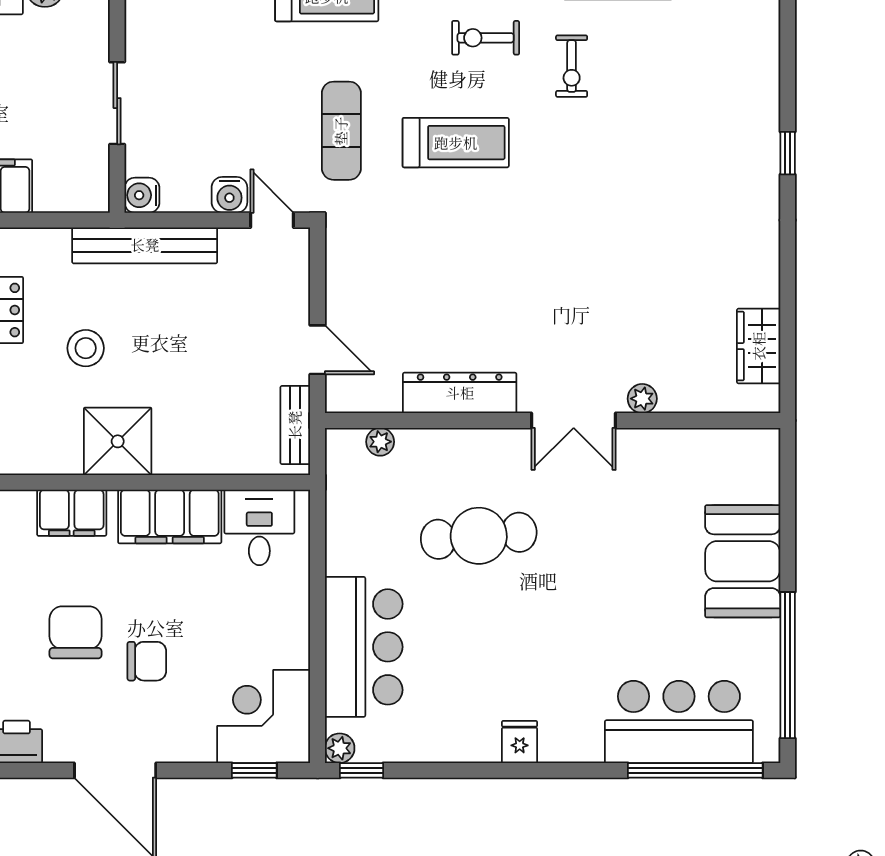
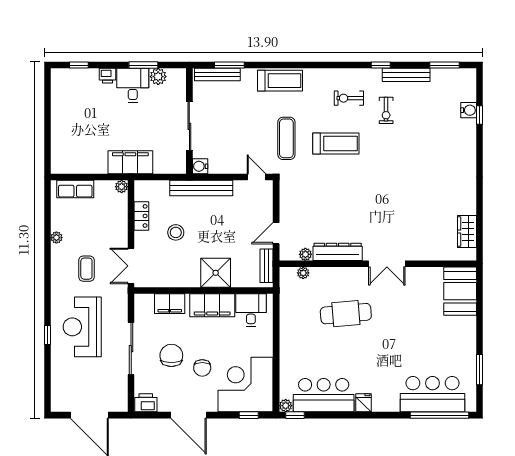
sliding door: (117, 103) -> (189, 126), width x1.37
window: (788, 153) -> (480, 115), moved
water cooler: (229, 195) -> (469, 110), moved, turned -90
door: (318, 350) -> (276, 233), swing flipped
plant: (642, 399) -> (305, 254), moved
shower: (118, 441) -> (216, 273), moved
booth: (743, 561) -> (460, 291), moved
bar counter: (364, 647) -> (324, 395), moved, turned -90
chair: (147, 661) -> (202, 368), turned 90
window: (788, 665) -> (480, 370), width x0.47
corner desk: (264, 716) -> (246, 385), width x1.36, depth x1.36

